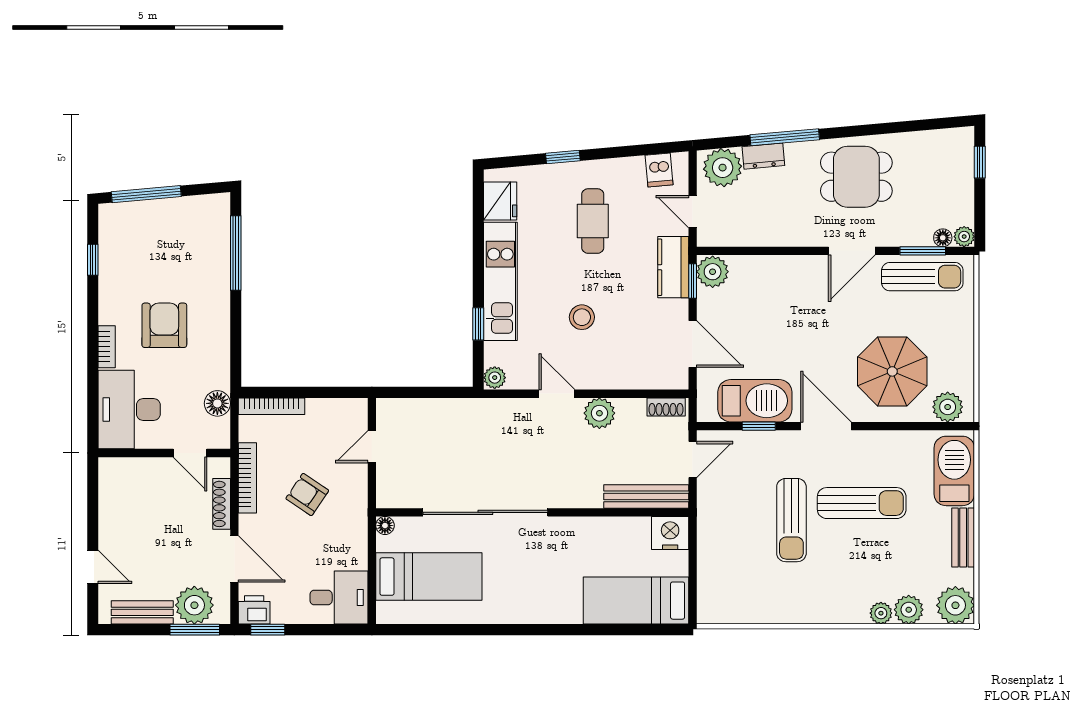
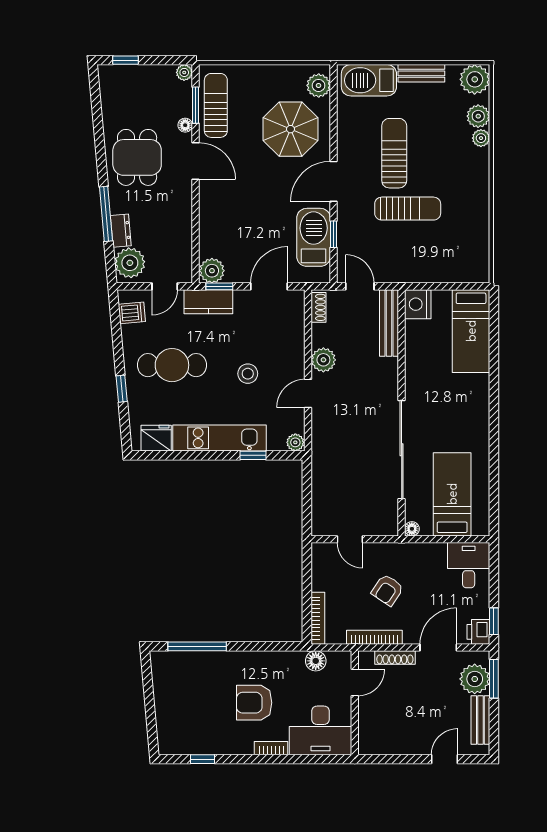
window: (146, 194) -> (151, 717), removed
cafe table: (593, 221) -> (172, 365), width x1.37, depth x1.35
floor lamp: (943, 238) -> (185, 125), moved

